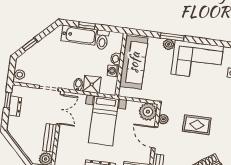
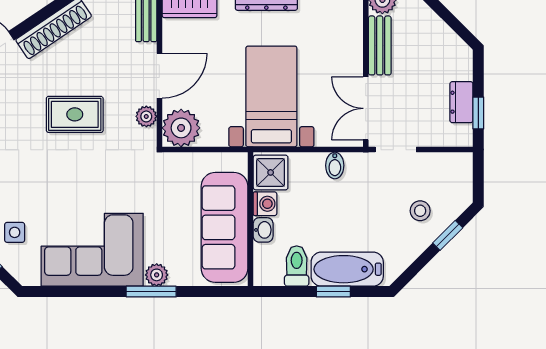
stool: (20, 75) -> (420, 211), moved
shower: (92, 84) -> (271, 172), moved
door: (155, 137) -> (159, 76), hinge flipped

